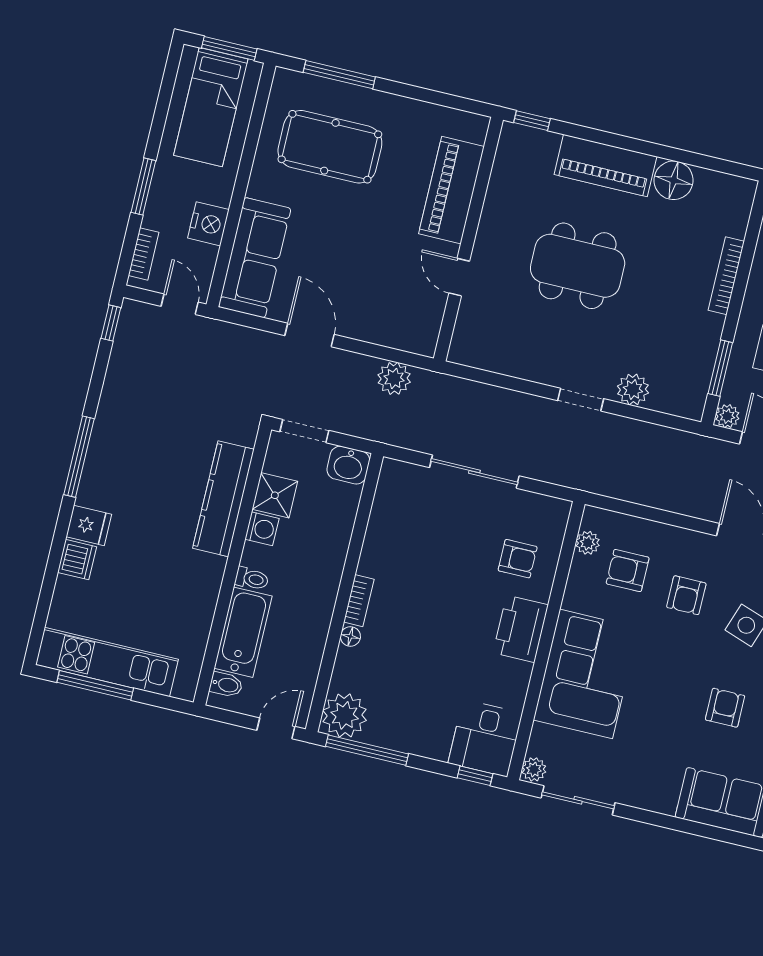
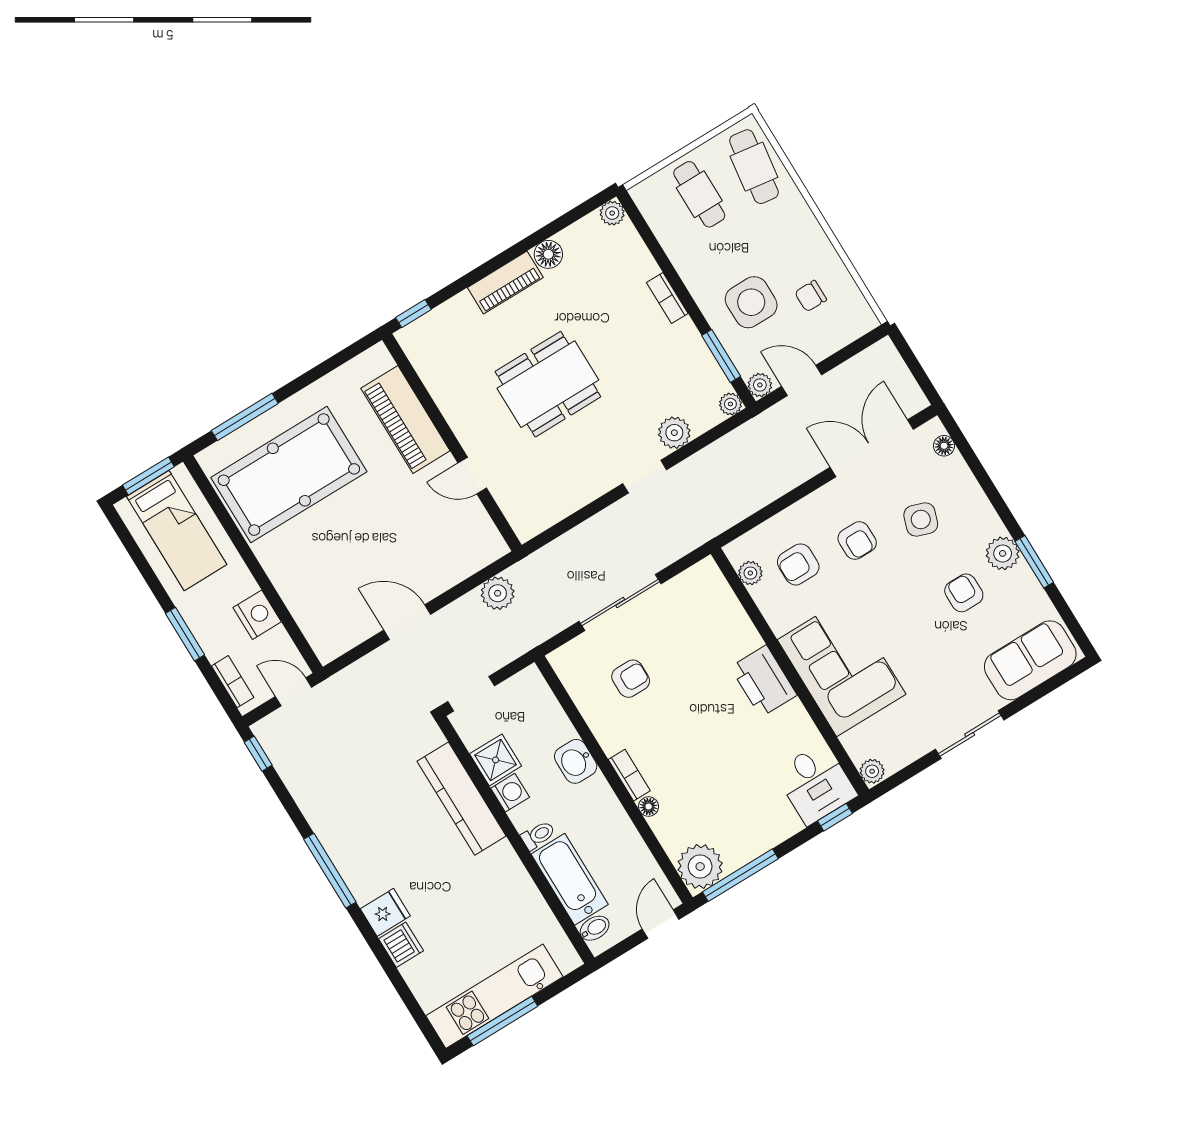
pool table: (330, 147) -> (289, 475), width x1.36, depth x1.32
piano: (605, 166) -> (505, 283), width x0.73, depth x0.75
floor lamp: (674, 180) -> (548, 254), width x0.73, depth x0.73
plant: (744, 190) -> (612, 213), added
sofa: (255, 258) -> (314, 606), removed
bookcase: (726, 276) -> (667, 298), width x0.64
plant: (693, 409) -> (730, 404), added
washbasin: (348, 465) -> (576, 761), moved, turned 90
armchair: (518, 559) -> (631, 679), moved
sliding door: (578, 800) -> (970, 735), moved

